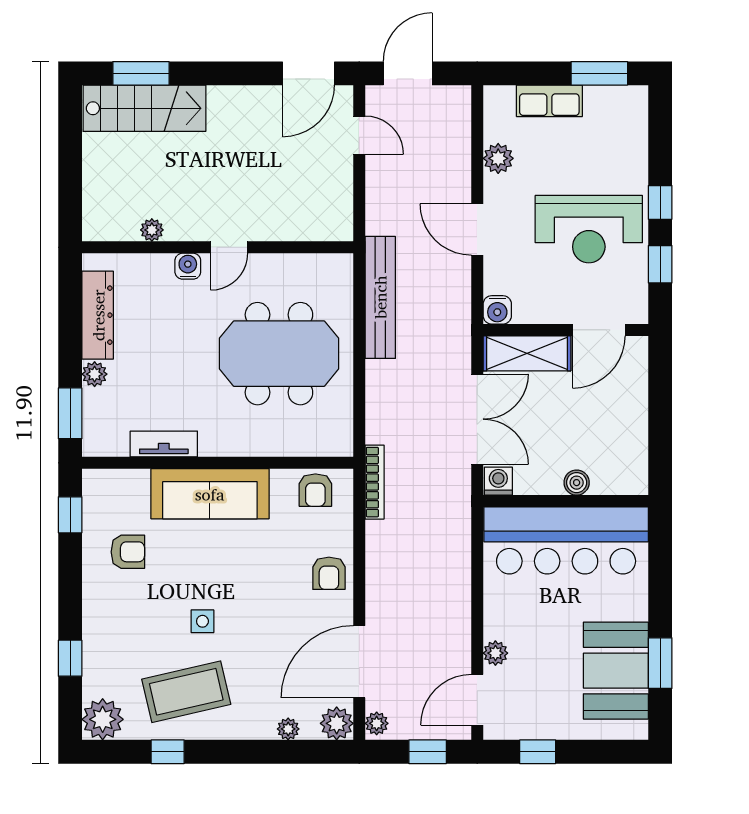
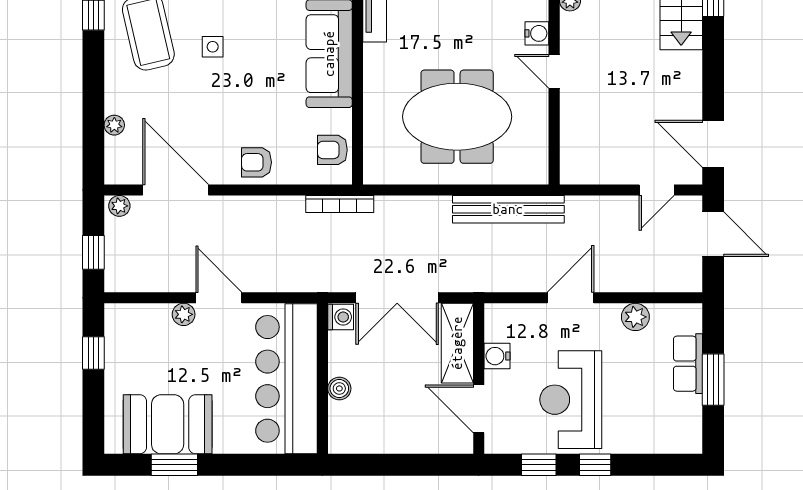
window: (599, 73) -> (713, 380), moved
water cooler: (497, 310) -> (497, 356), moved
meeting table: (279, 354) -> (457, 117), turned 90
door: (477, 700) -> (219, 298), moved
plant: (337, 723) -> (119, 169), removed

